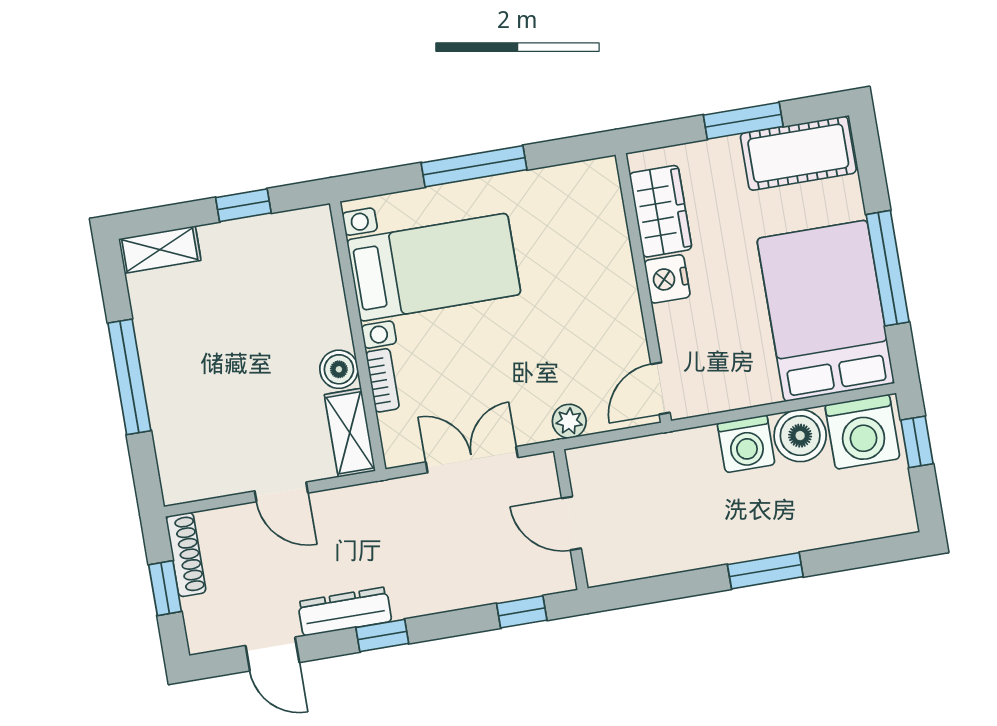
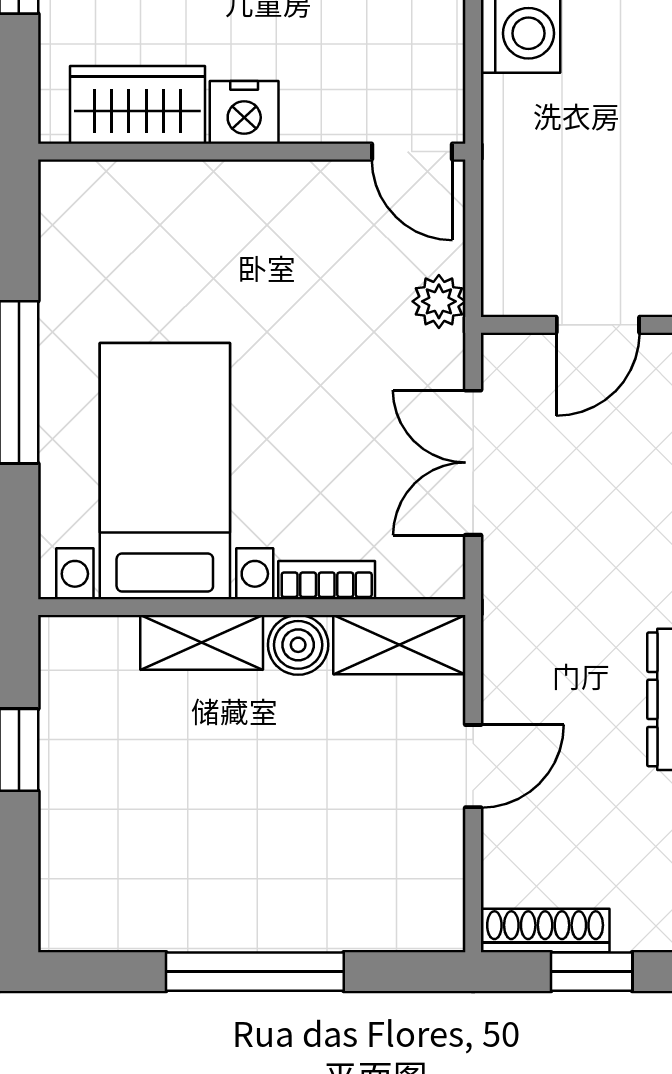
shelving: (160, 250) -> (202, 642), moved, turned 90

